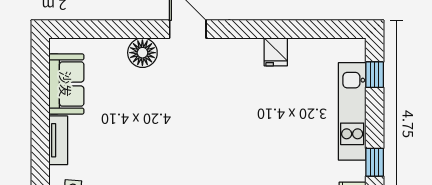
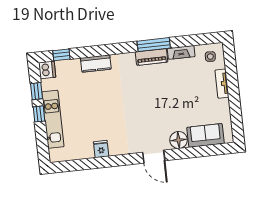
window: (375, 75) -> (39, 114), moved
sofa: (66, 84) -> (206, 135), moved, turned 90

